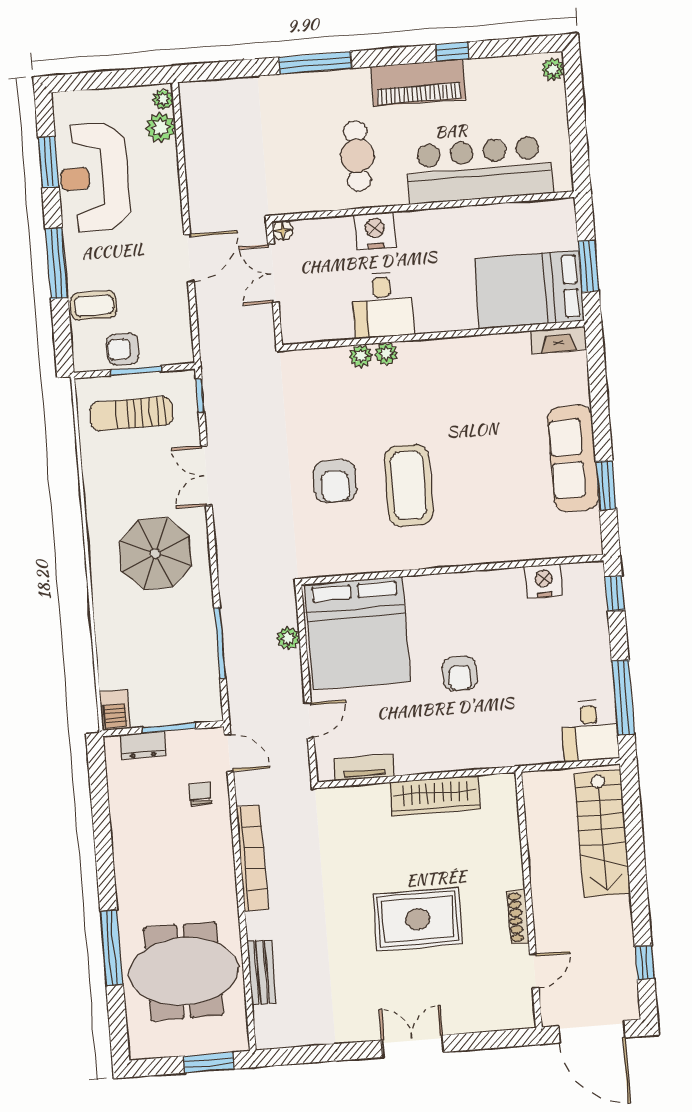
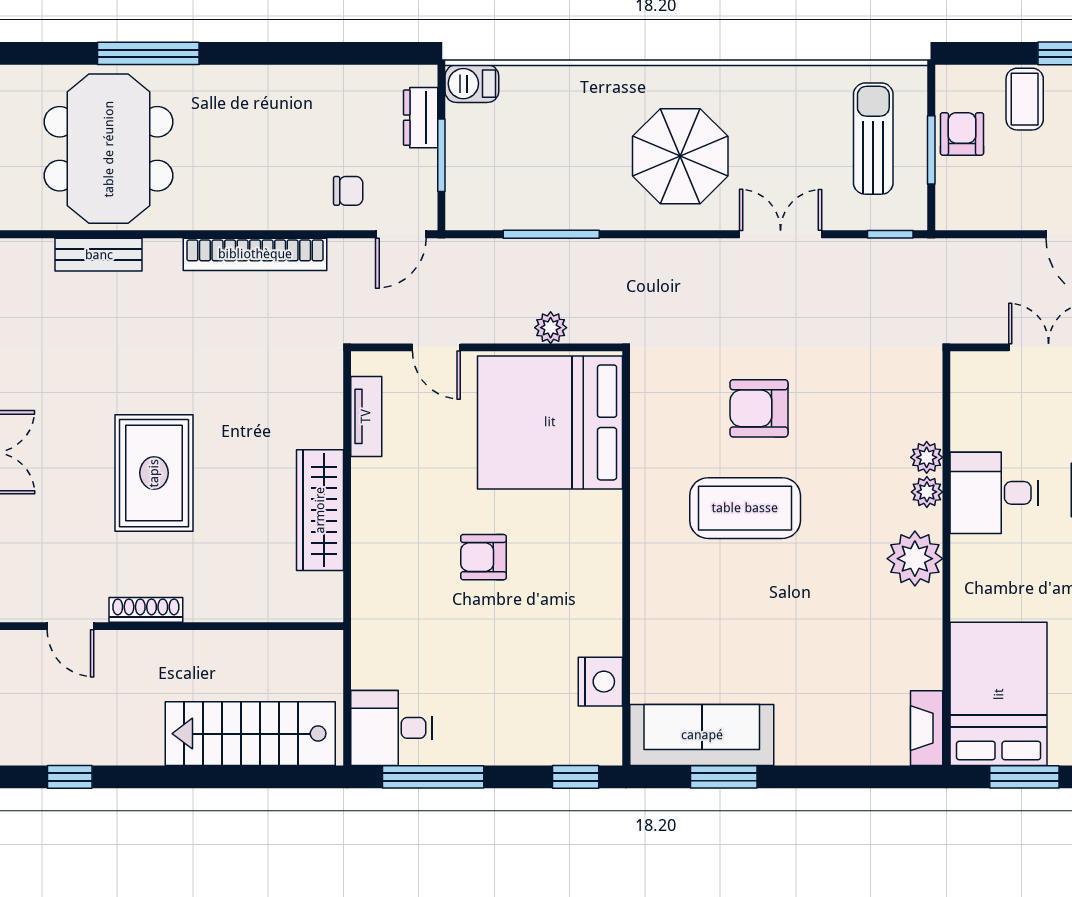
plant: (435, 359) -> (915, 559), added
sofa: (573, 458) -> (702, 735), moved

